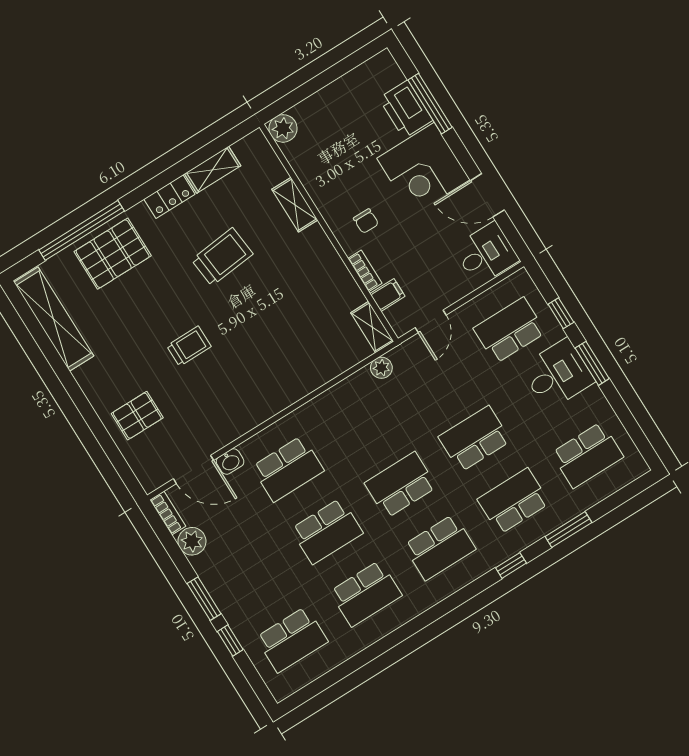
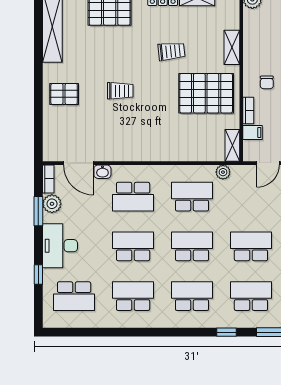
trolley: (222, 257) -> (171, 51), width x0.73, depth x0.72
pallet: (298, 282) -> (206, 93), added
pallet: (137, 416) -> (64, 94), moved
school desk: (362, 423) -> (192, 197), added
school desk: (327, 531) -> (133, 246), turned 180
school desk: (440, 547) -> (192, 296), turned 180
desk: (235, 587) -> (60, 246), added
school desk: (366, 593) -> (133, 296), turned 180
window: (204, 599) -> (38, 211), moved

